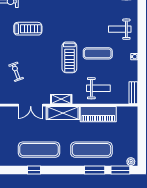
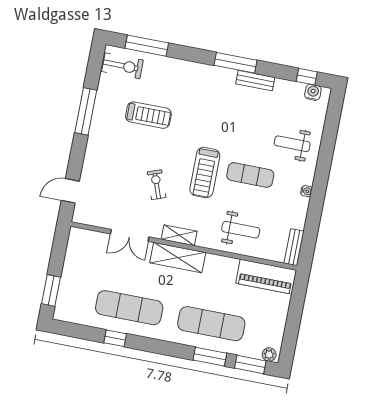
exercise bike: (16, 72) -> (157, 185), moved
piano: (98, 114) -> (266, 277), moved

